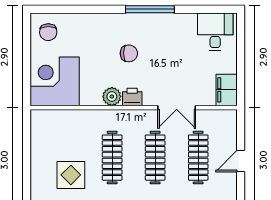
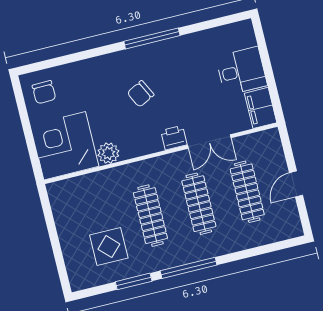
desk: (215, 32) -> (241, 71), moved, turned 90
chair: (129, 53) -> (141, 94), turned 153
plant: (112, 96) -> (108, 153), moved
printer: (132, 97) -> (174, 138), moved

